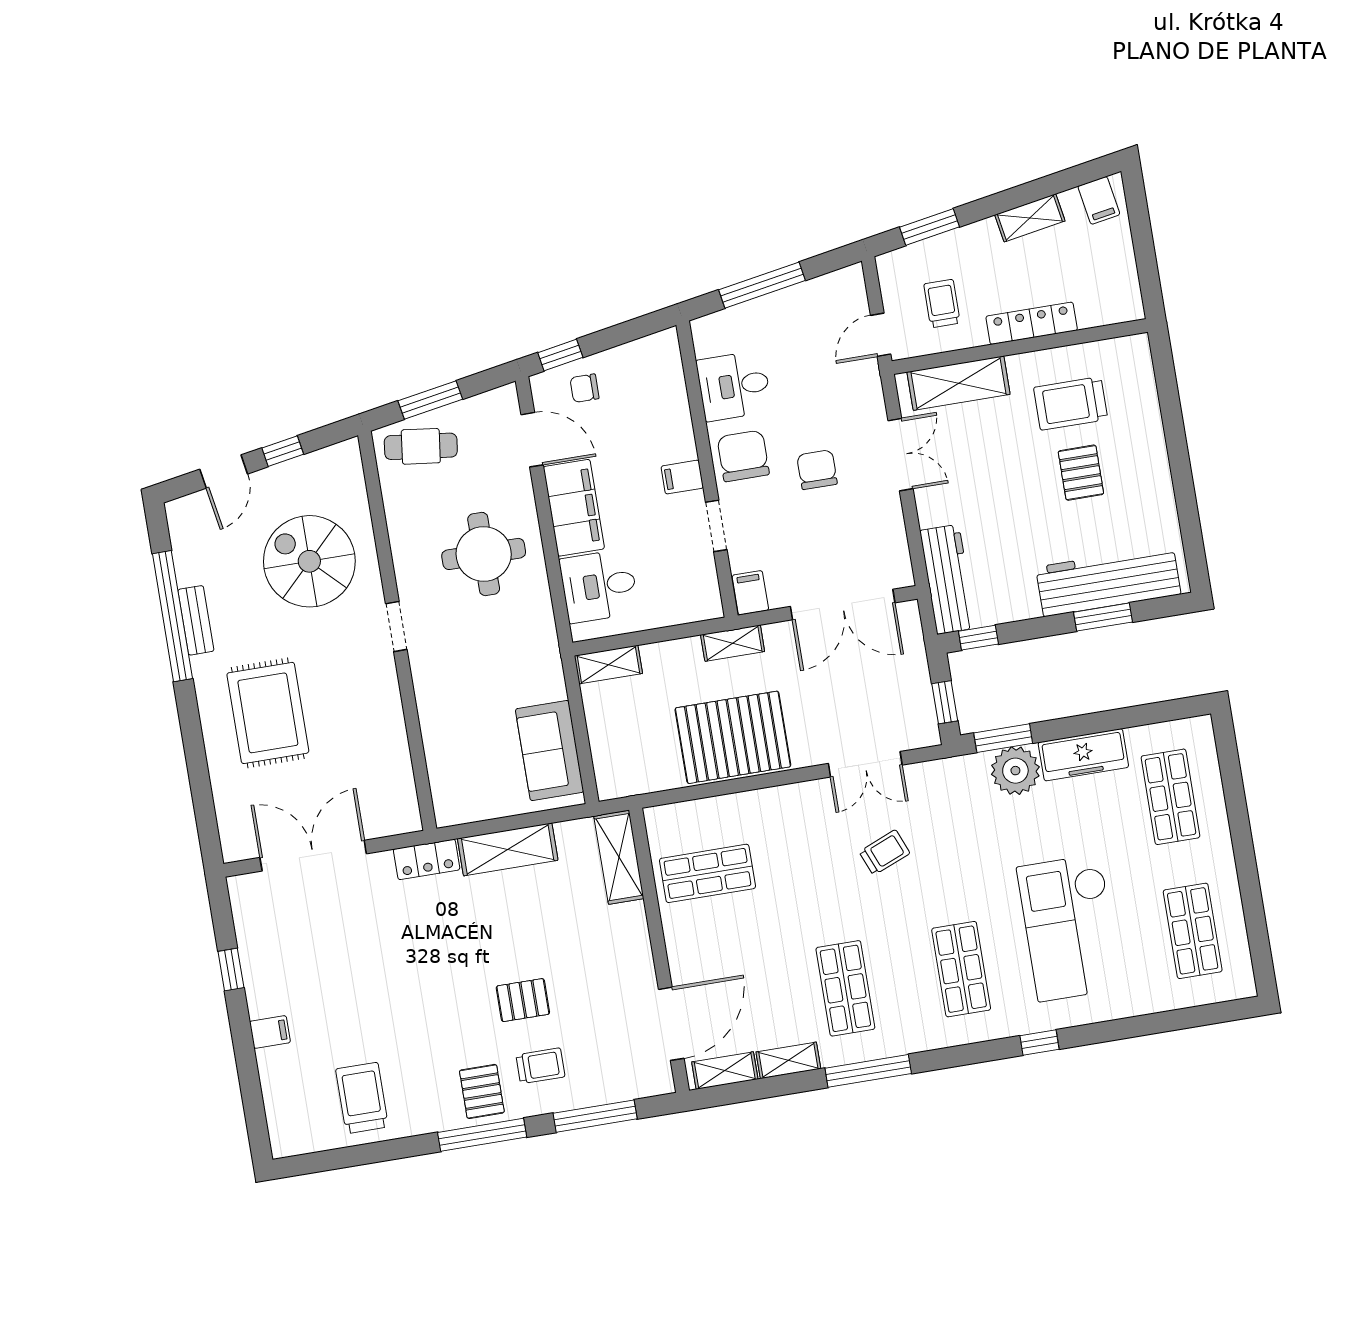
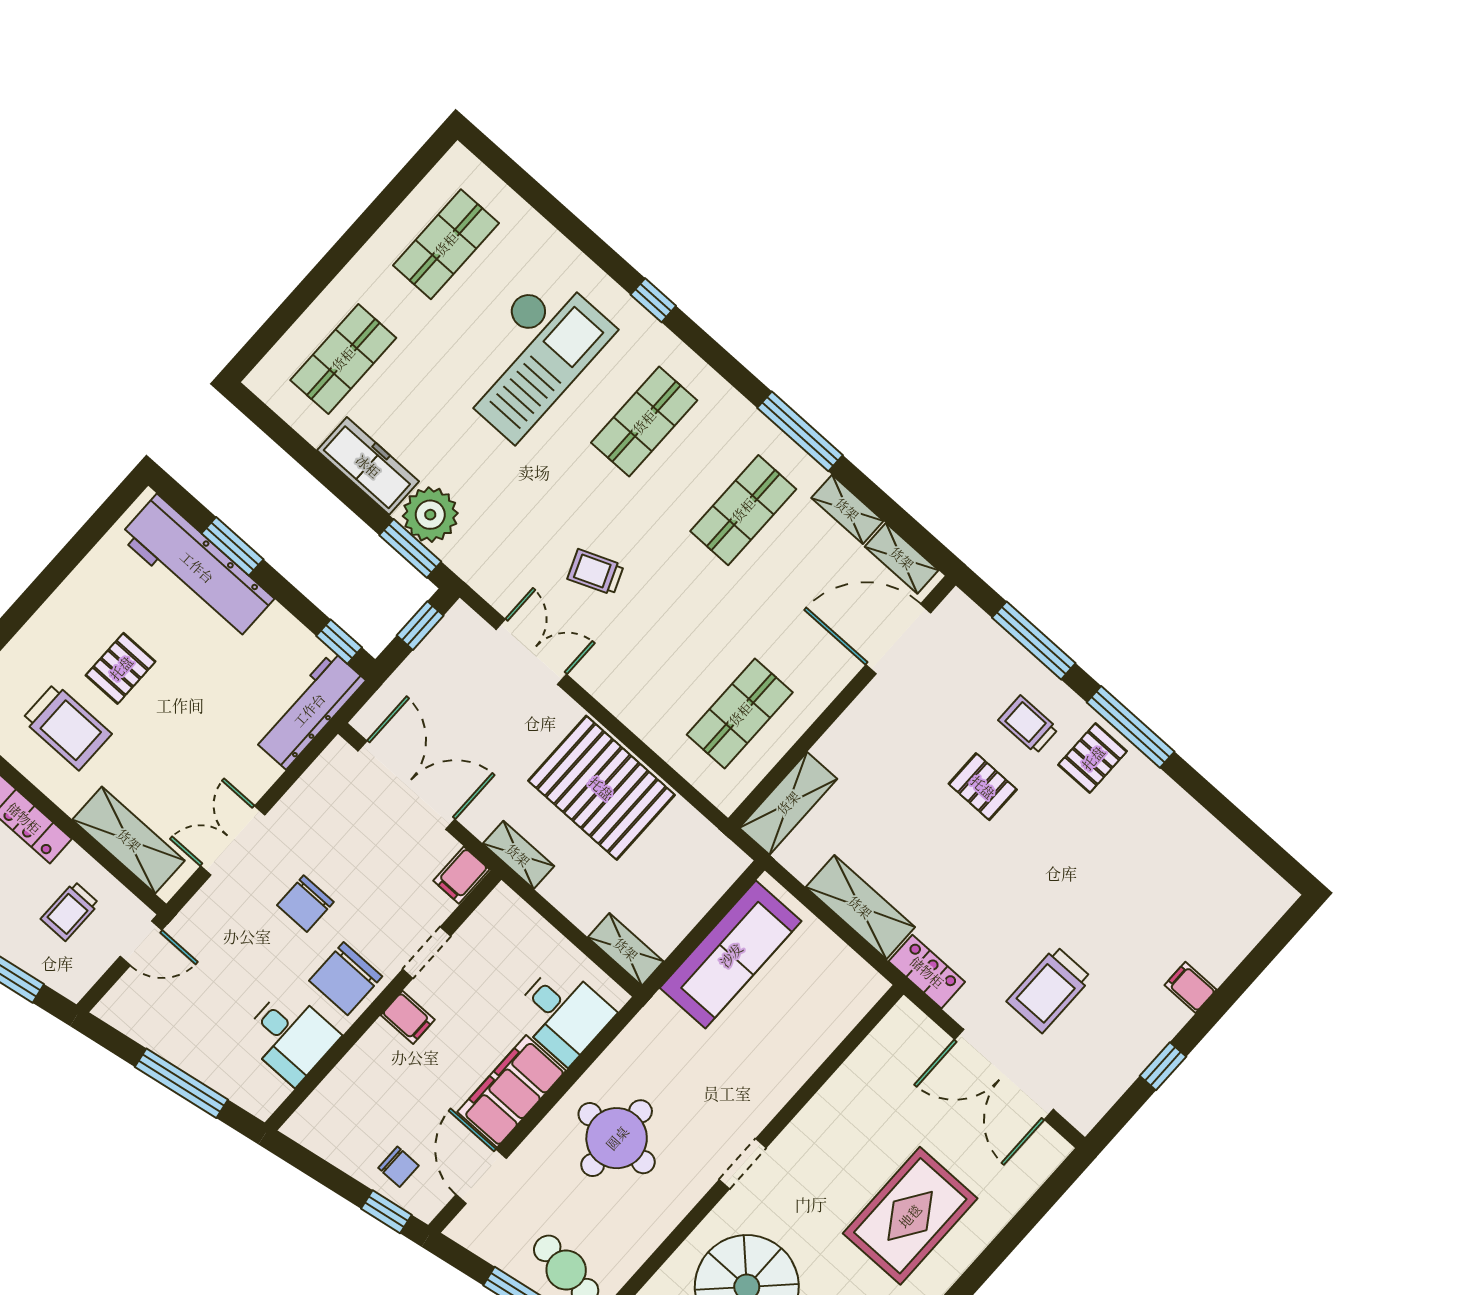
sofa: (550, 751) -> (731, 955), width x1.36
shop shelf: (707, 873) -> (740, 714), turned 90
trolley: (362, 1098) -> (1049, 989), moved

